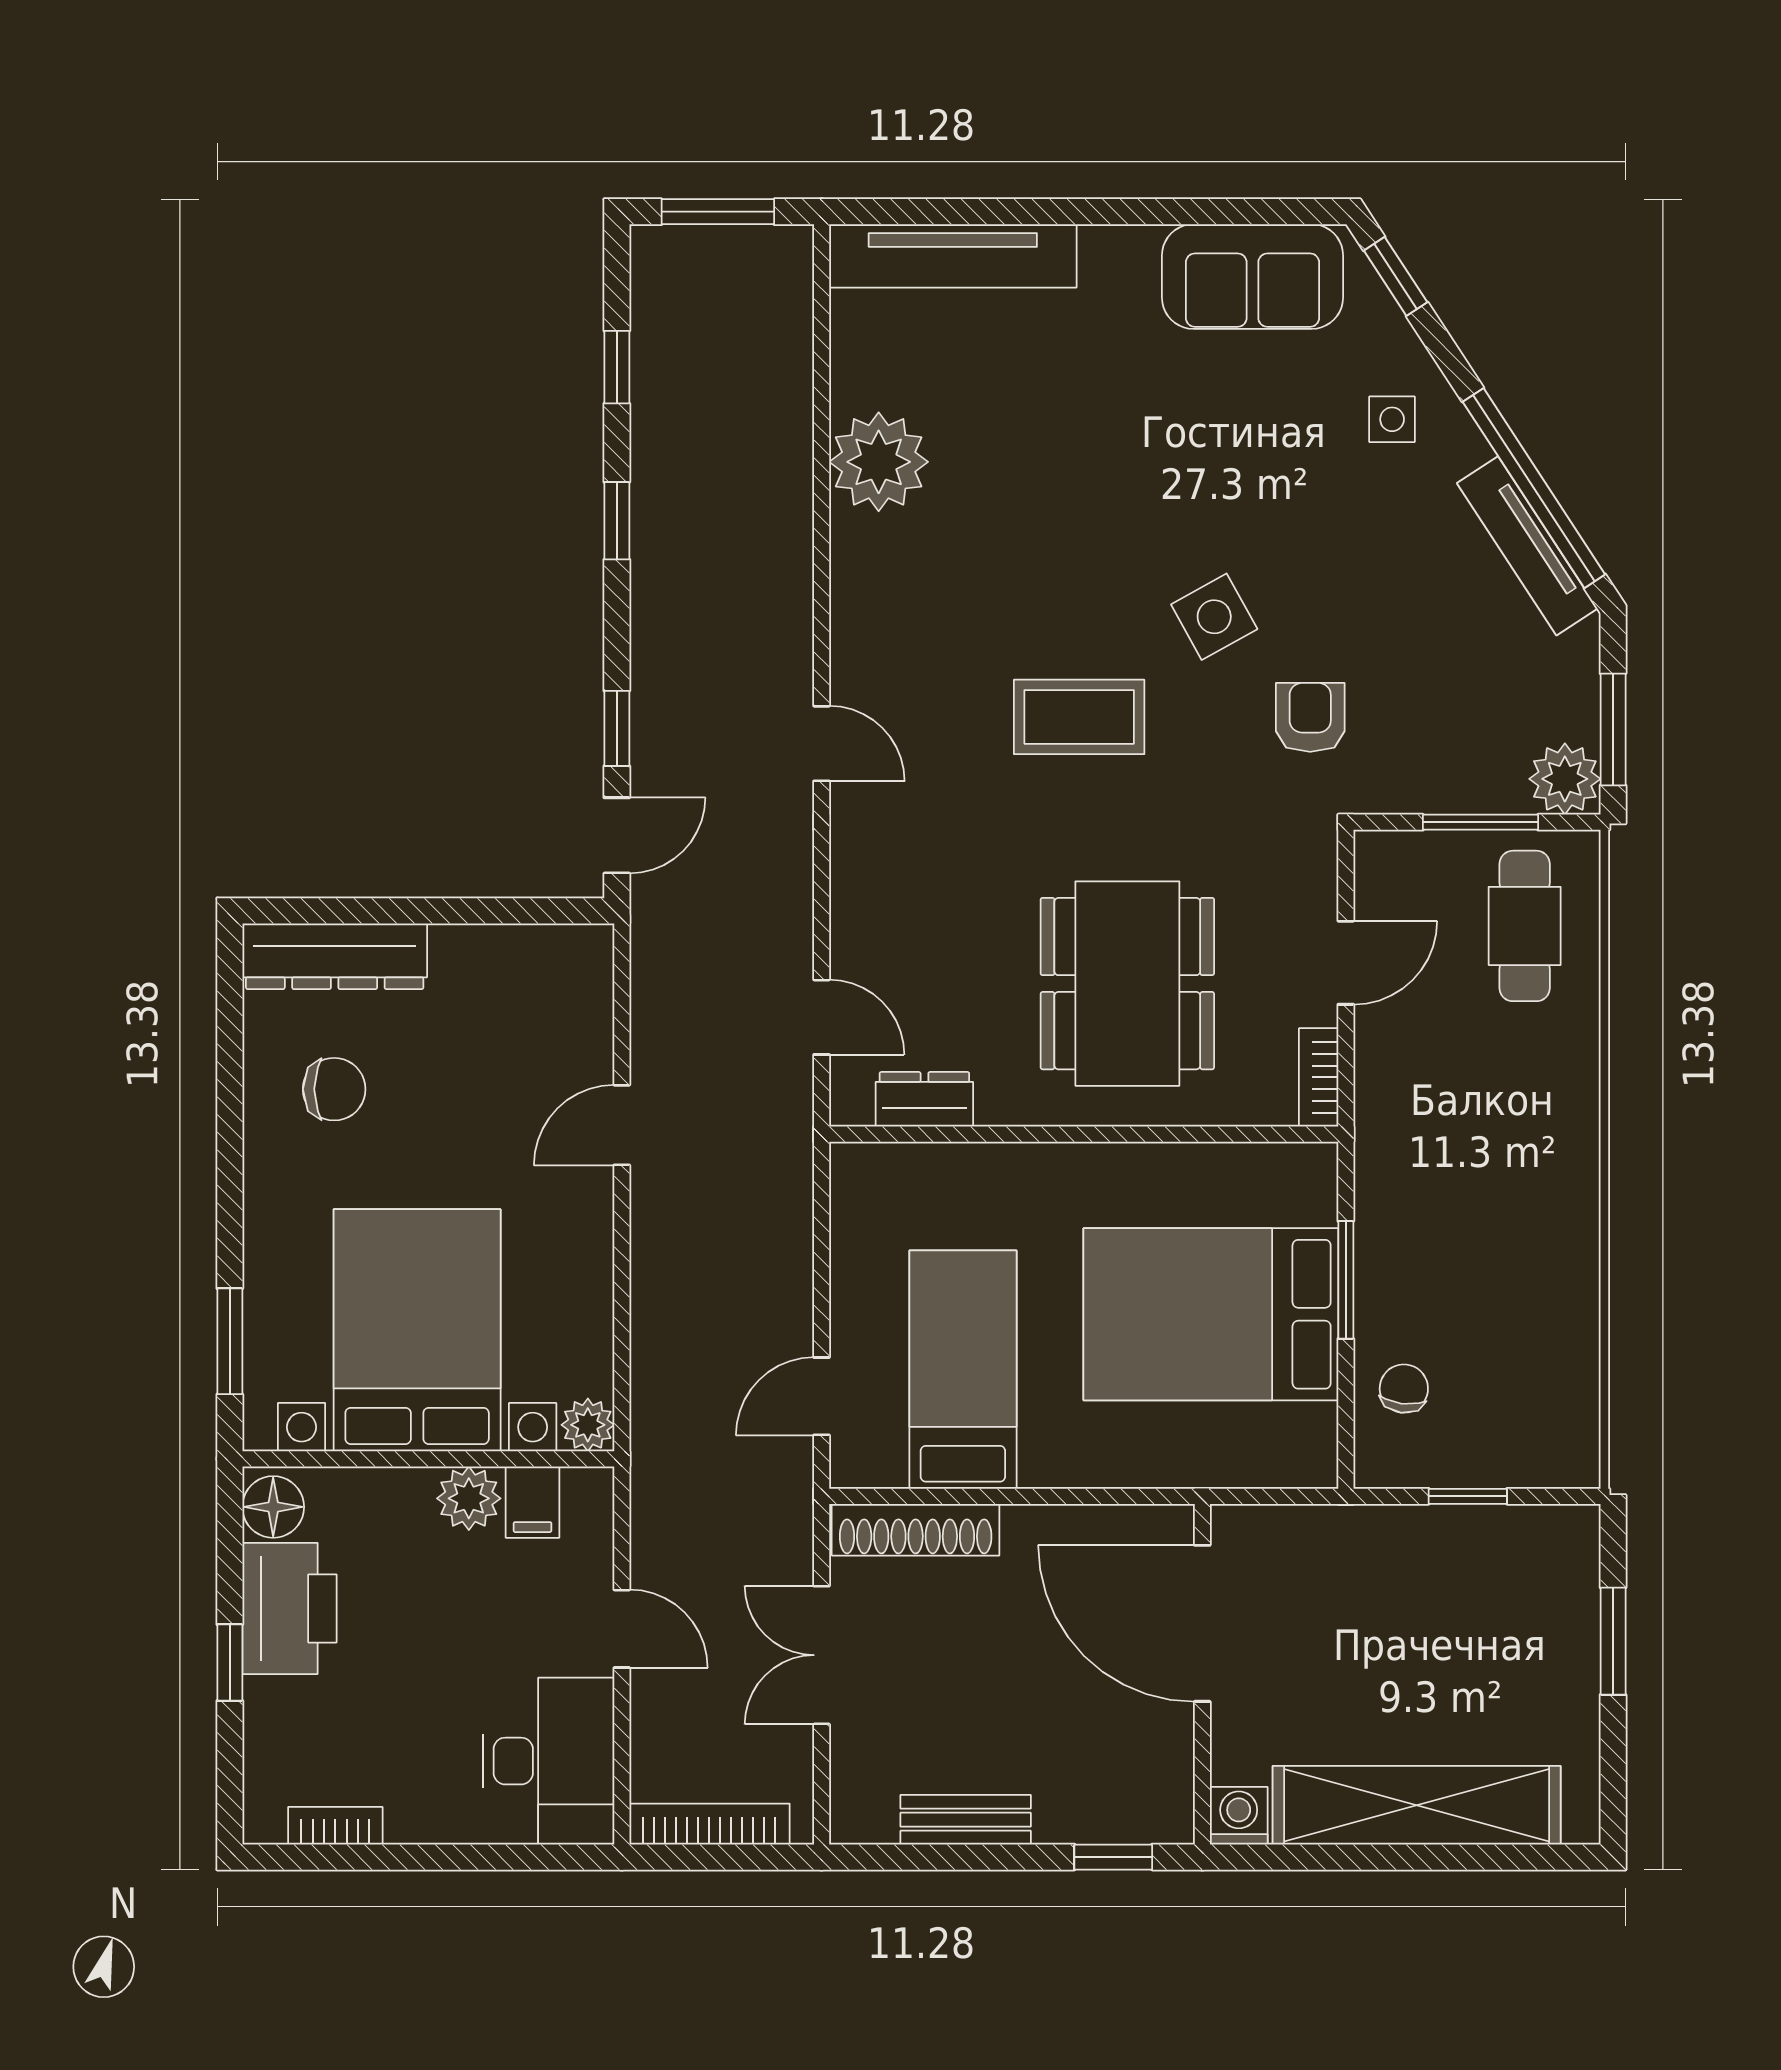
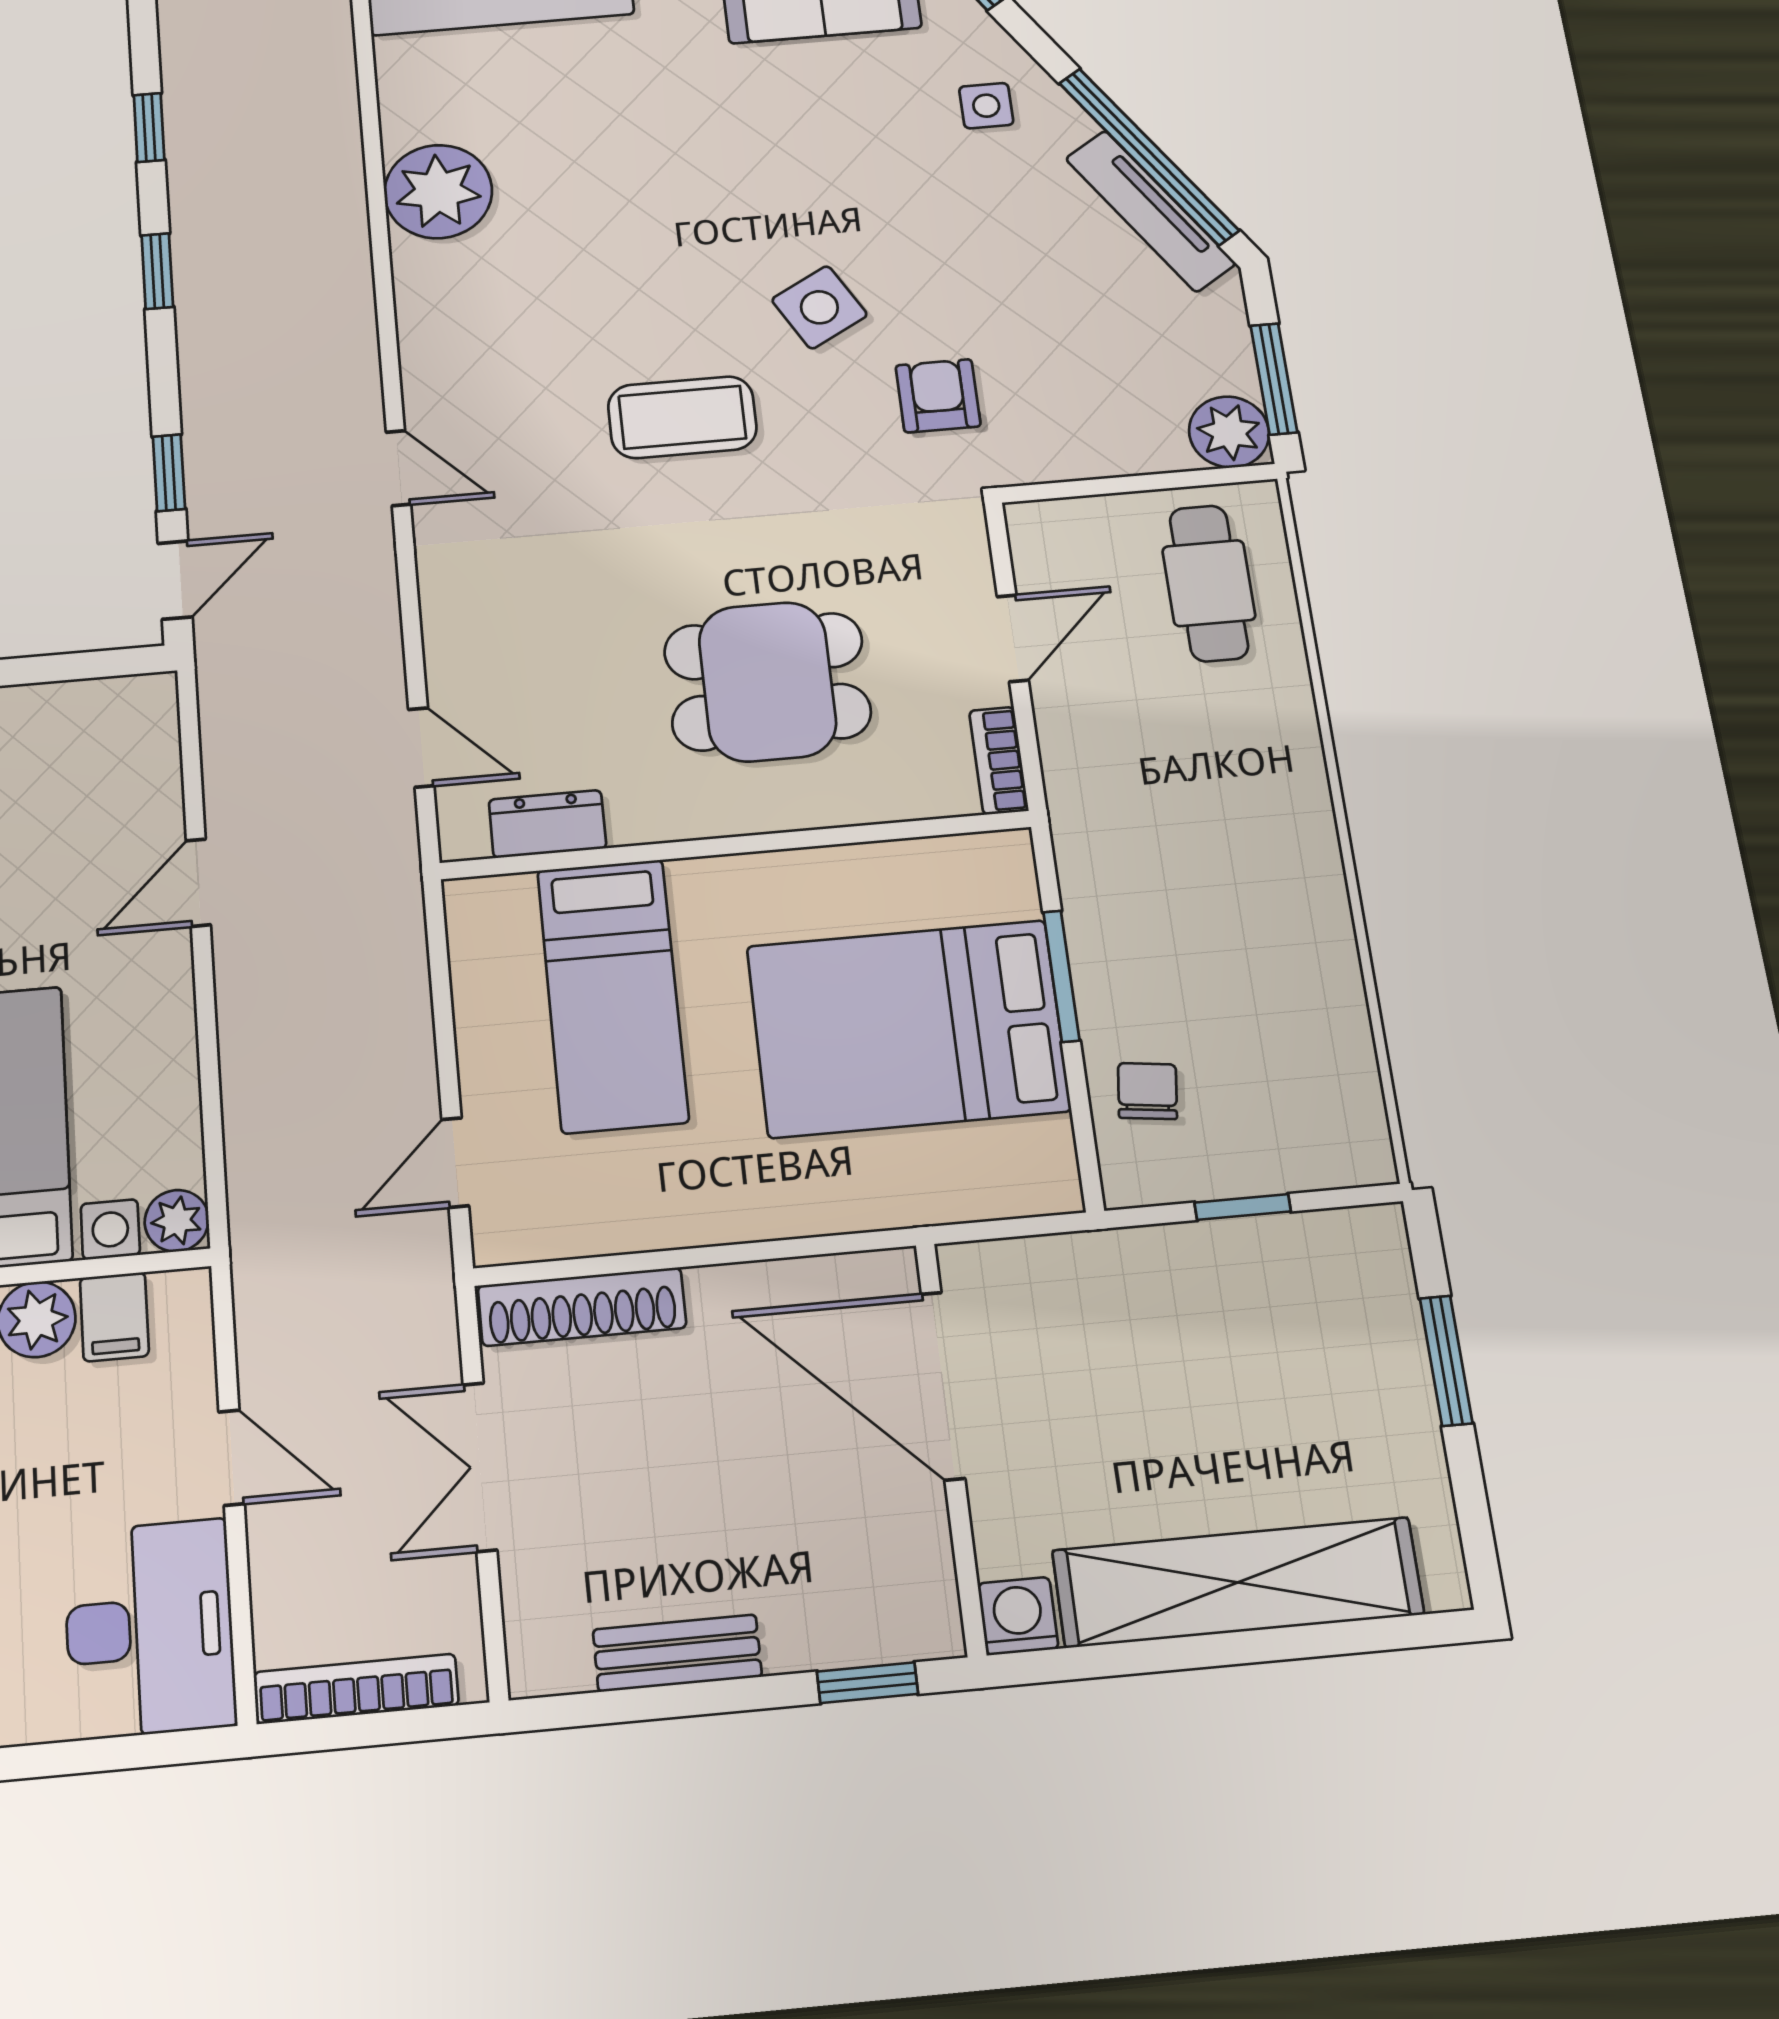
window: (1480, 822) -> (1142, 483), removed
dining table: (1127, 984) -> (767, 682), width x0.73
bed: (963, 1370) -> (613, 995), moved, turned 180

